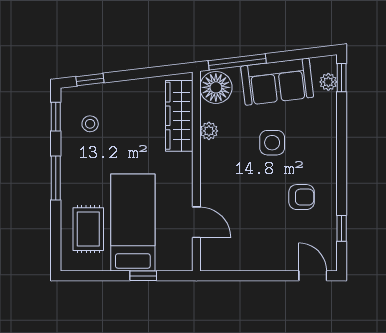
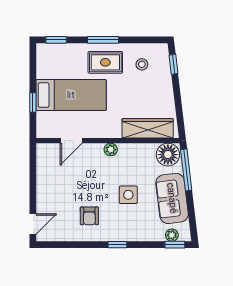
window: (56, 117) -> (56, 40), moved
plant: (209, 131) -> (111, 150), moved
window: (342, 228) -> (117, 245), moved
rug: (88, 229) -> (105, 62), moved

